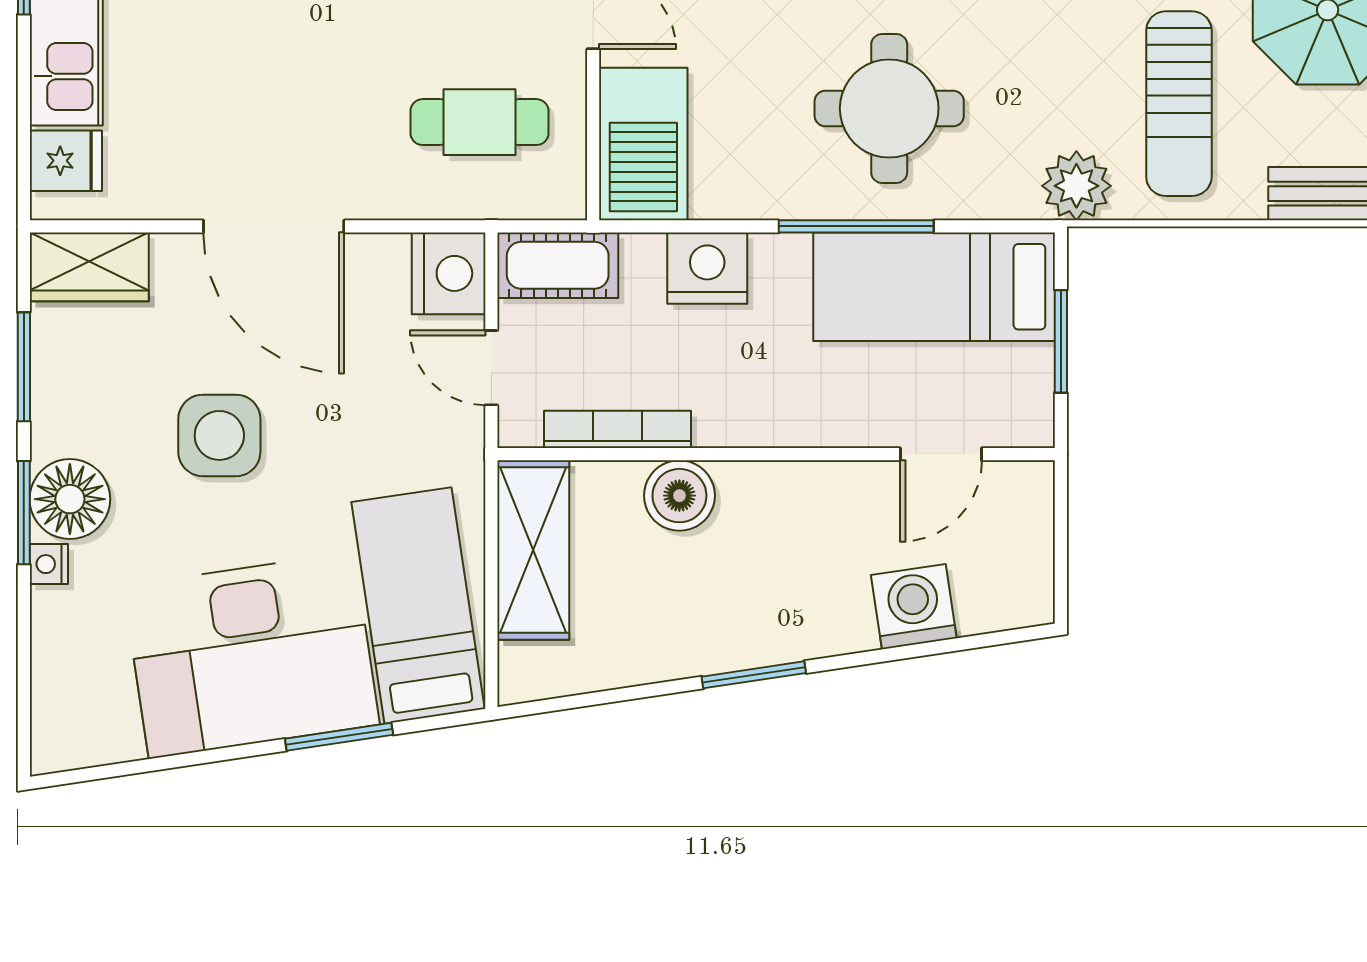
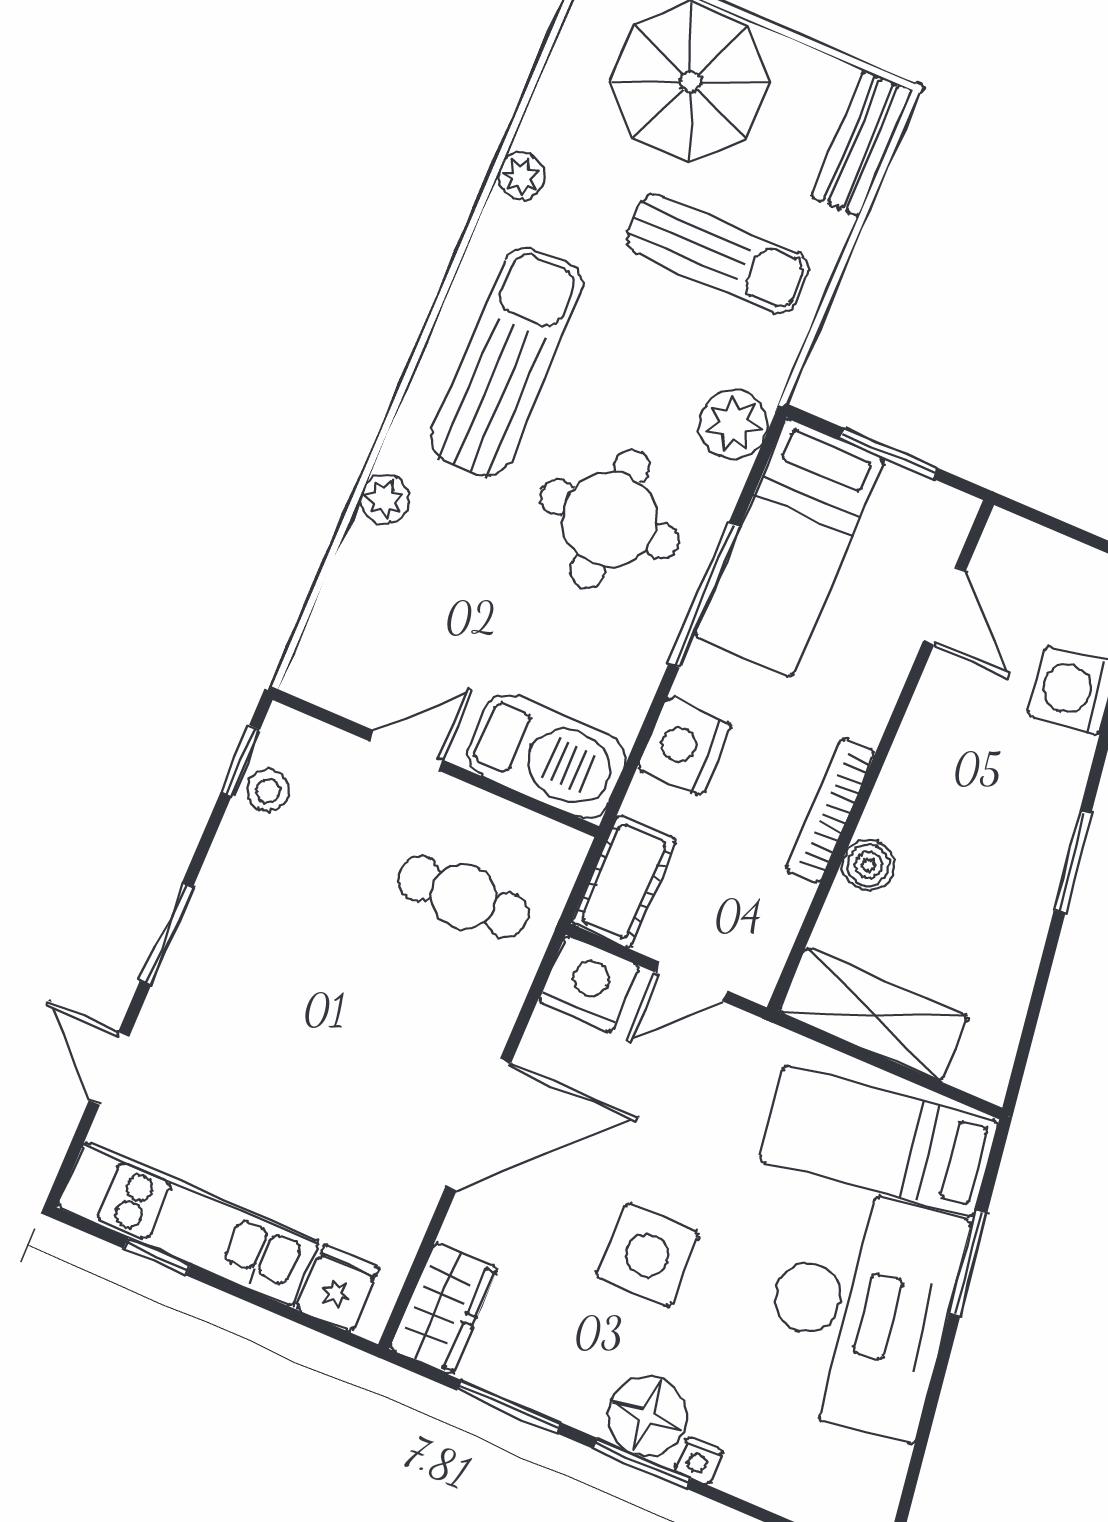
cafe table: (479, 122) -> (463, 897), turned 90
plant: (1076, 186) -> (734, 424), moved
bookcase: (618, 429) -> (831, 811), moved
boiler: (679, 496) -> (868, 865), width x0.73, depth x0.73

